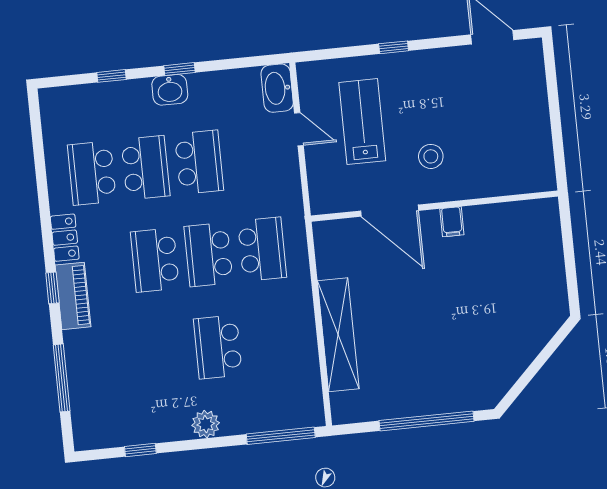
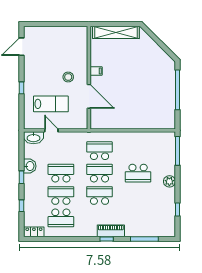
washbasin: (170, 90) -> (30, 166), moved
lab bench: (362, 122) -> (51, 104), turned 180
door: (299, 129) -> (51, 130), hinge flipped
door: (390, 211) -> (89, 96), hinge flipped
locker: (65, 238) -> (34, 232), moved
school desk: (208, 255) -> (99, 173), turned 180
school desk: (155, 260) -> (99, 195), turned 180
shelving: (338, 335) -> (116, 32), moved

